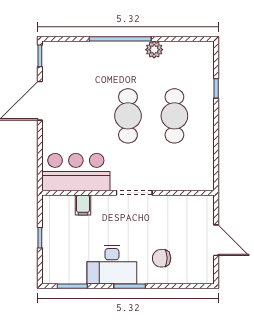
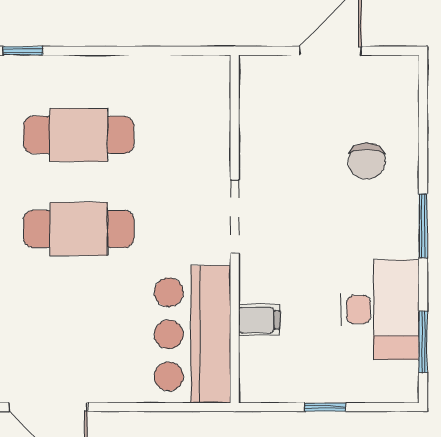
desk: (112, 265) -> (380, 310), moved

